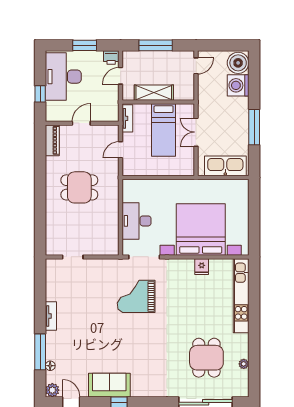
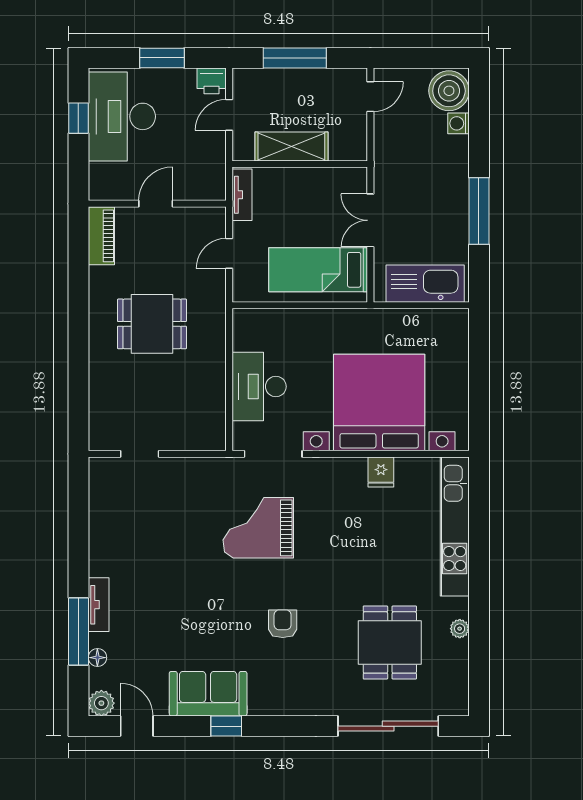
washing machine: (238, 85) -> (458, 123), width x0.53, depth x0.53
window: (40, 94) -> (78, 118), moved
bed: (164, 130) -> (318, 270), moved, turned 90
tv unit: (51, 316) -> (99, 605), moved
armchair: (149, 348) -> (283, 624), added
plant: (244, 364) -> (460, 629), moved

